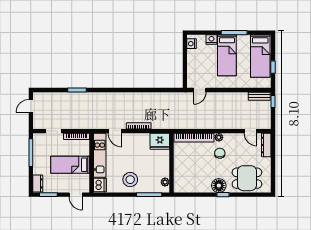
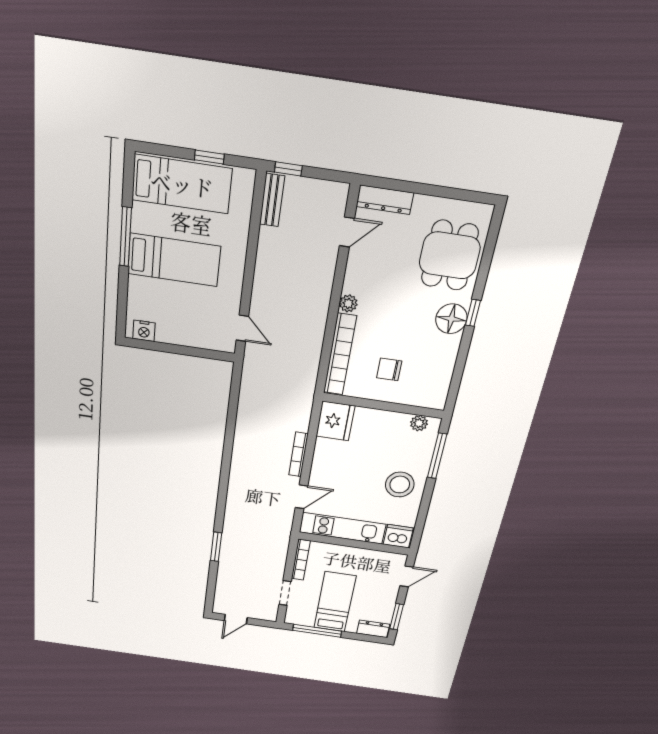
nightstand: (211, 40) -> (138, 288), removed
door: (31, 106) -> (236, 619), hinge flipped
chair: (220, 153) -> (389, 369), moved
bed: (70, 165) -> (335, 602), moved, turned 180

